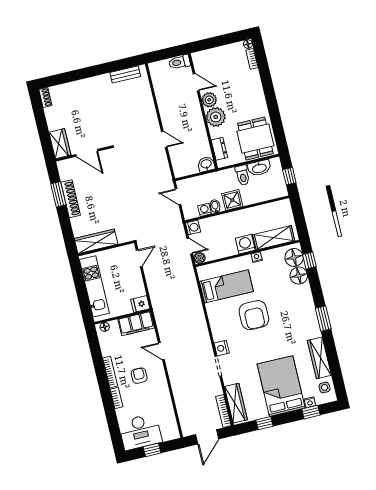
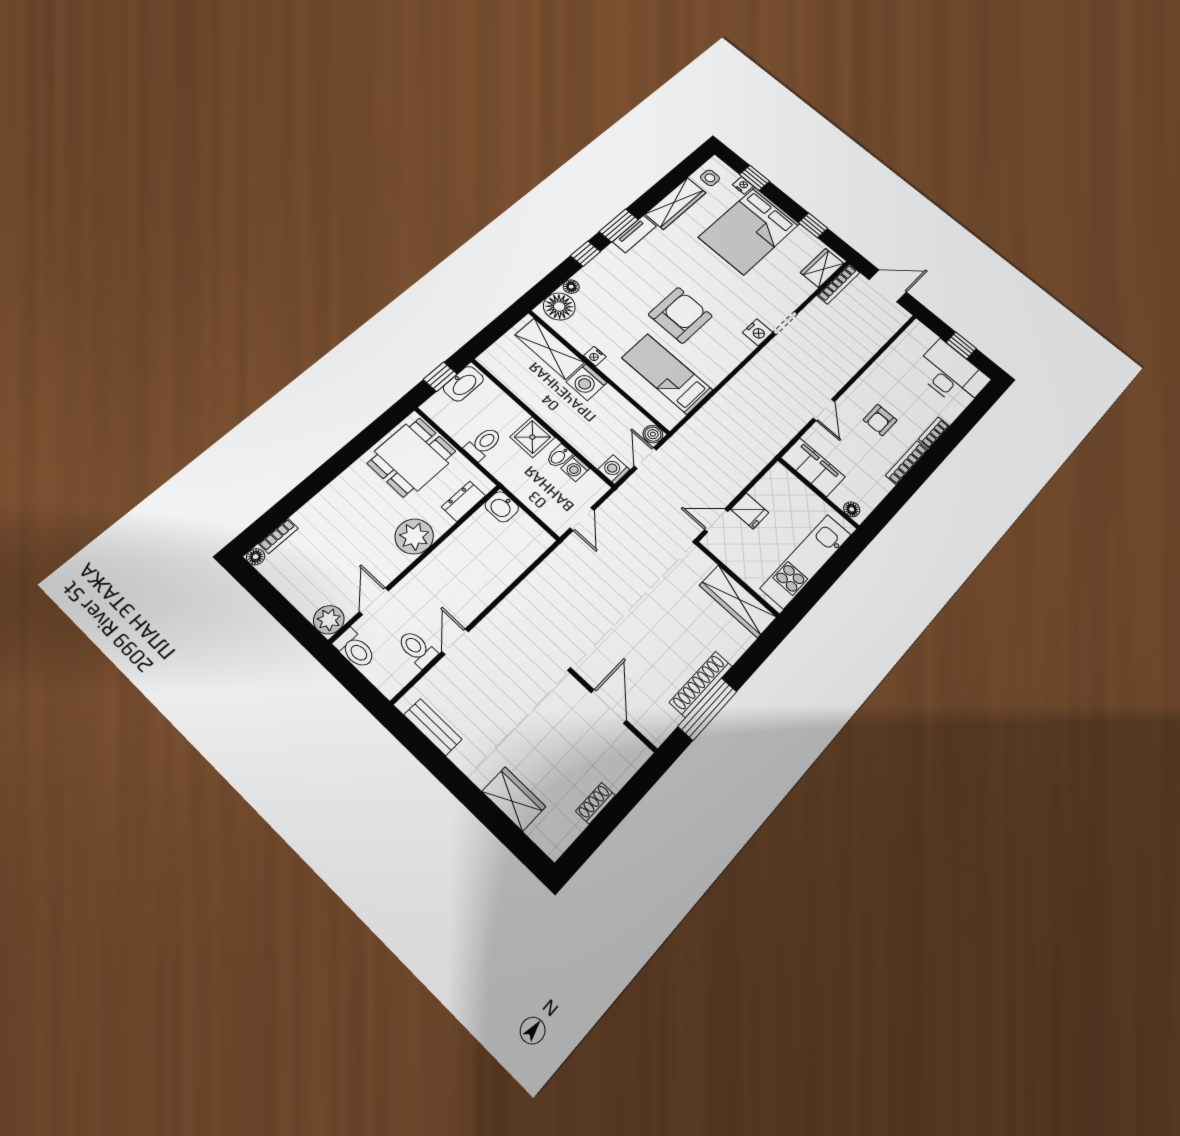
toilet: (163, 88) -> (417, 649), added
shoe rack: (45, 97) -> (595, 803), moved
plant: (209, 100) -> (329, 620), moved
door: (164, 139) -> (455, 642), moved
wardrobe: (60, 144) -> (514, 799), moved, turned 90
washbasin: (259, 168) -> (463, 384), moved, turned 90
window: (58, 194) -> (707, 709), width x1.44
window: (309, 260) -> (585, 254), moved
floor lamp: (299, 276) -> (571, 287), width x0.53, depth x0.53
fridge: (140, 304) -> (750, 511), moved
tv unit: (314, 323) -> (634, 234), added
wardrobe: (236, 403) -> (822, 268), width x0.67

